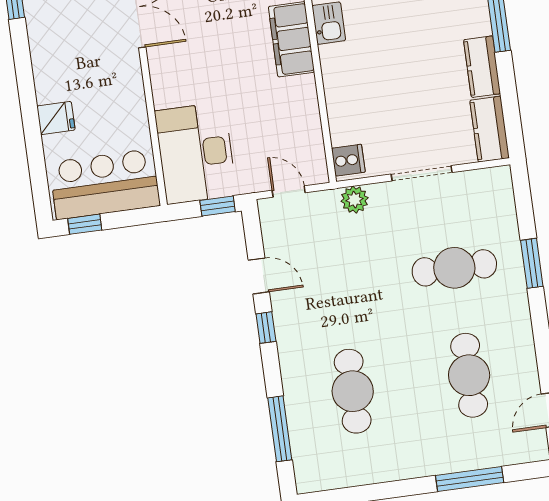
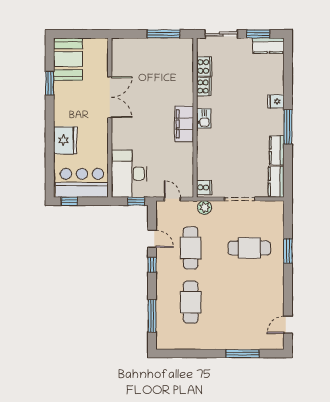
fridge: (56, 118) -> (65, 140), width x1.88, depth x1.34
cafe table: (469, 375) -> (191, 248), moved

